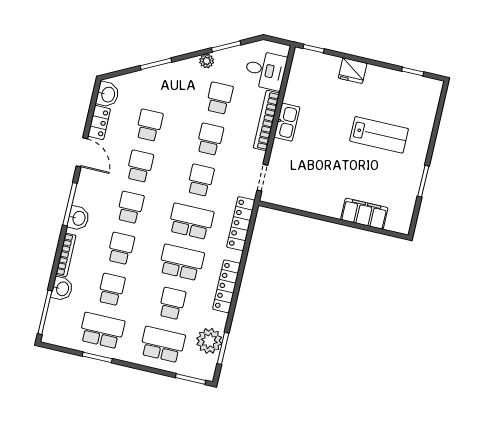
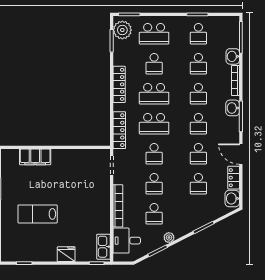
kitchen sink: (287, 122) -> (103, 247), moved
school desk: (102, 331) -> (198, 34), width x0.54
plant: (209, 341) -> (122, 30), moved

